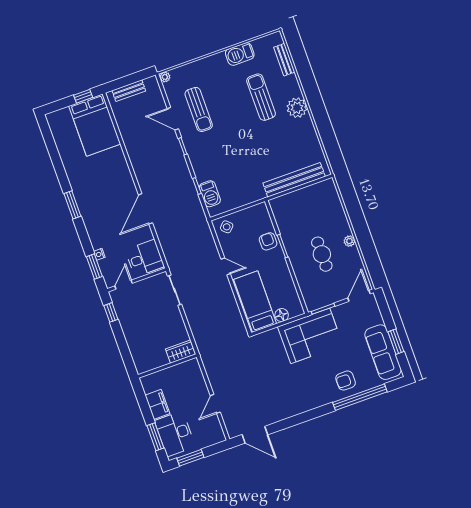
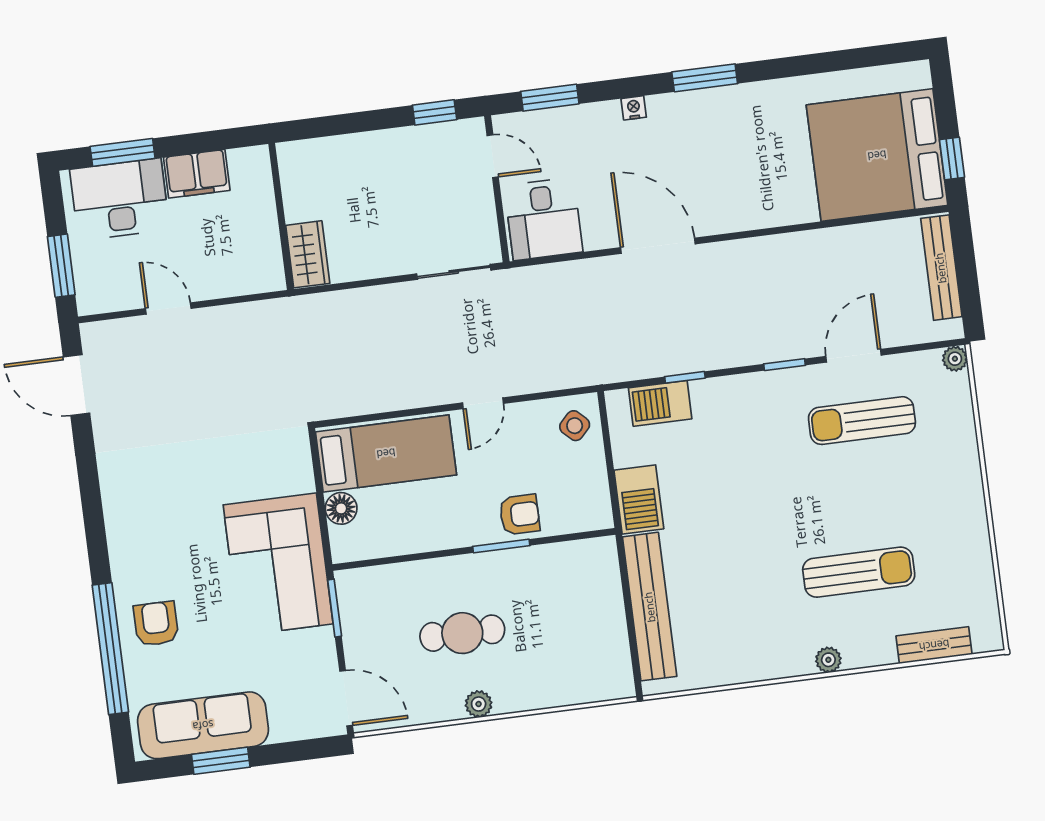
barbecue: (240, 54) -> (639, 499), moved, turned 180
bench: (129, 91) -> (941, 268), width x1.36
plant: (297, 108) -> (828, 660), width x0.53, depth x0.53
bed: (95, 125) -> (877, 155), width x1.36
nightstand: (99, 254) -> (634, 108), moved
door: (255, 435) -> (76, 385), hinge flipped
window: (190, 458) -> (61, 266), moved

